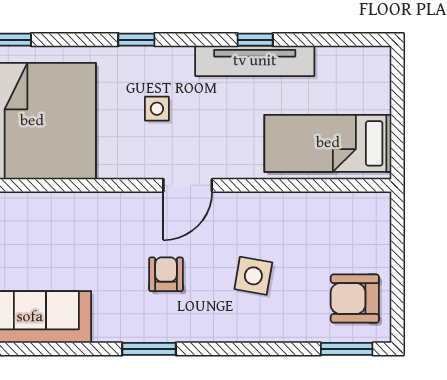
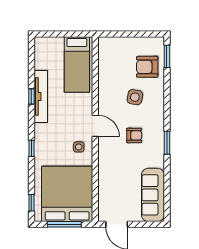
side table: (157, 109) -> (79, 147), moved
armchair: (166, 274) -> (134, 135), turned 180
armchair: (355, 299) -> (147, 67), moved, turned 90

